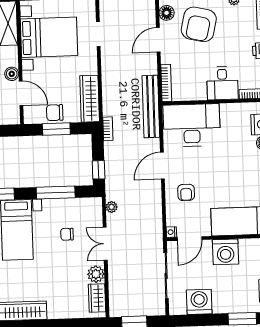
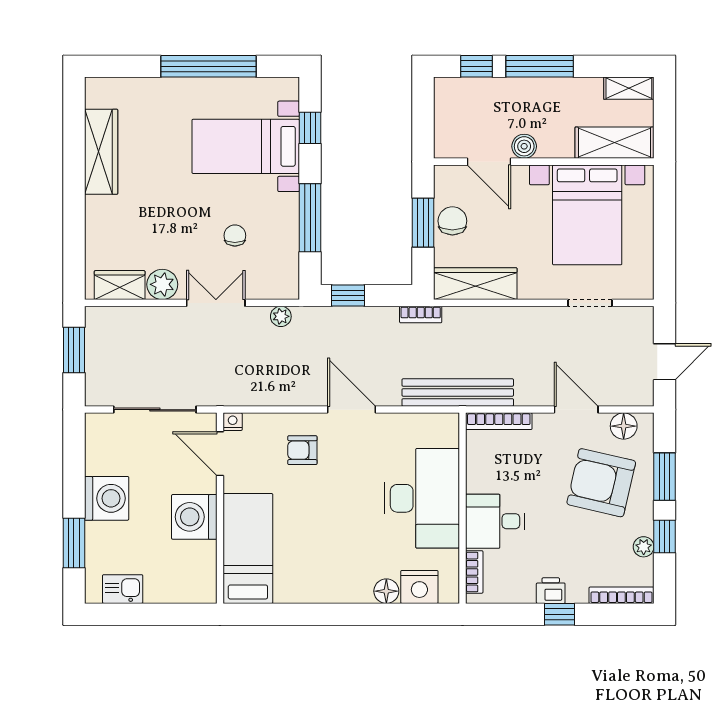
door: (21, 93) -> (489, 162), hinge flipped
desk: (192, 125) -> (422, 498), moved
washing machine: (199, 302) -> (107, 498), moved

